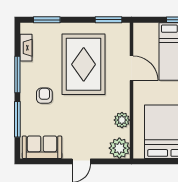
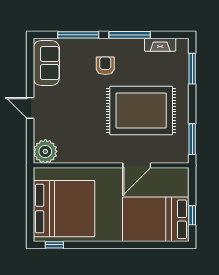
armchair: (44, 96) -> (105, 66), turned -90
plant: (122, 120) -> (77, 154), removed

